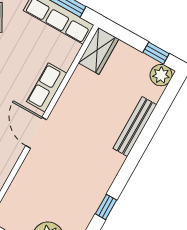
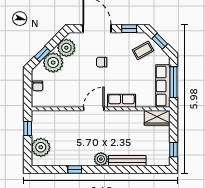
plant: (161, 75) -> (101, 159), moved

